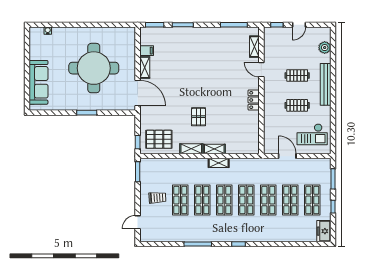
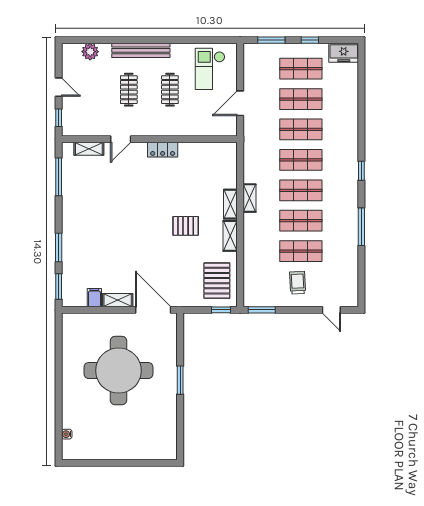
sofa: (38, 82) -> (138, 447), removed
door: (138, 93) -> (153, 310), hinge flipped
checkout: (312, 134) -> (210, 69), turned 180

